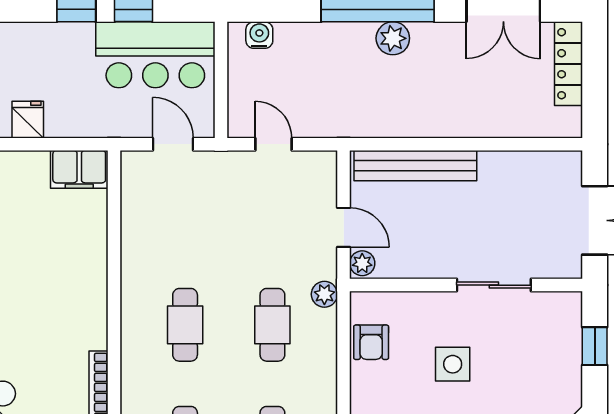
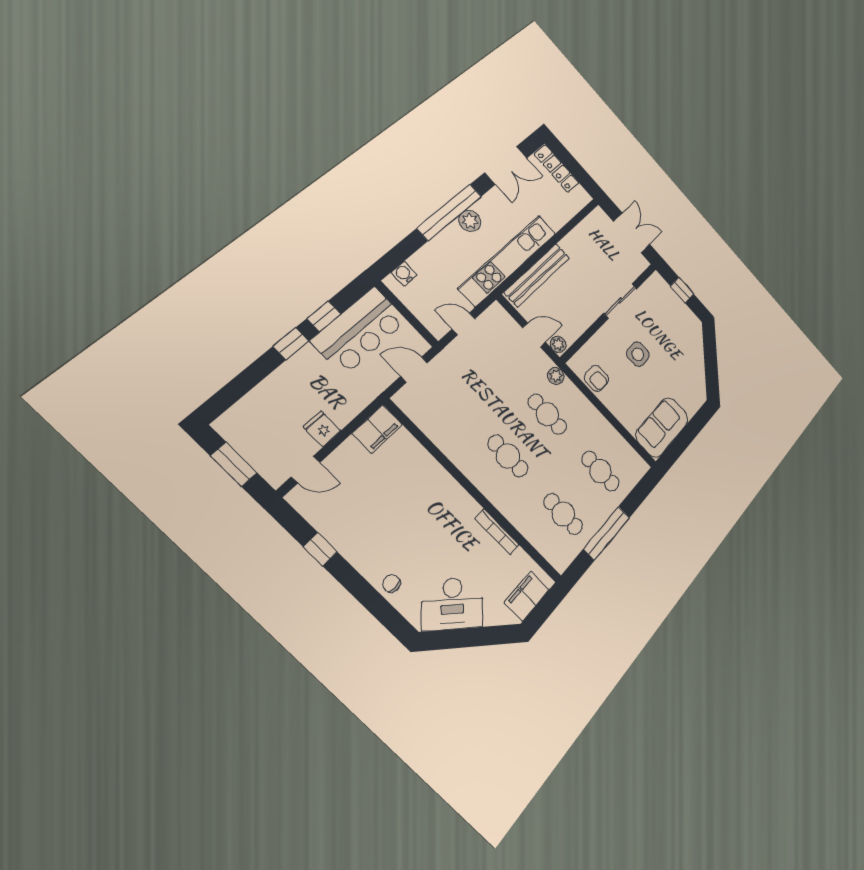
kitchen unit: (395, 119) -> (508, 260), added

